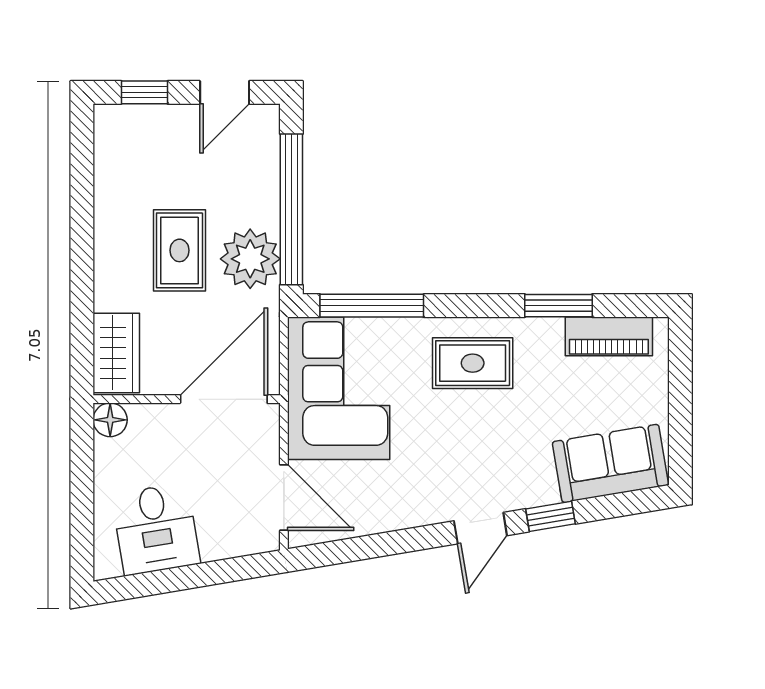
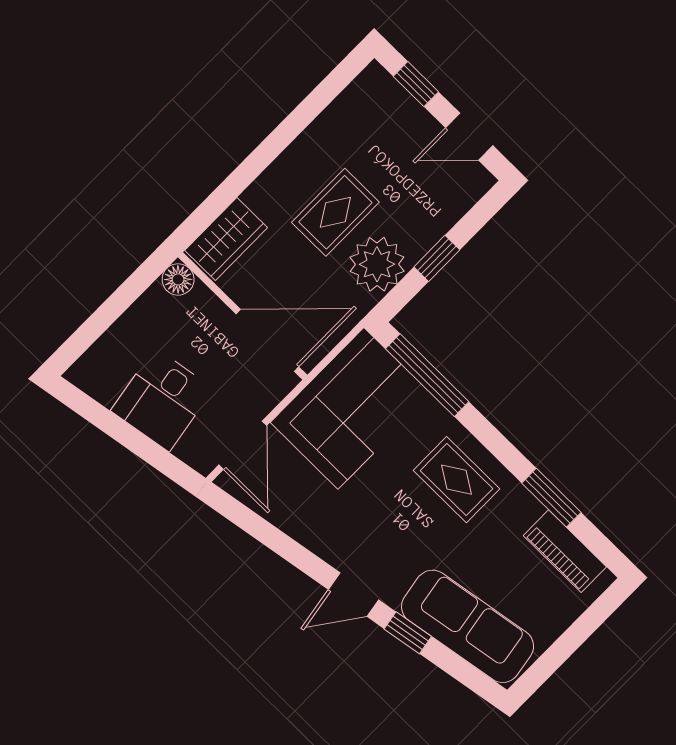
window: (291, 209) -> (437, 258), width x0.32
sofa: (610, 463) -> (468, 626), width x1.36
desk: (156, 529) -> (162, 400), moved

